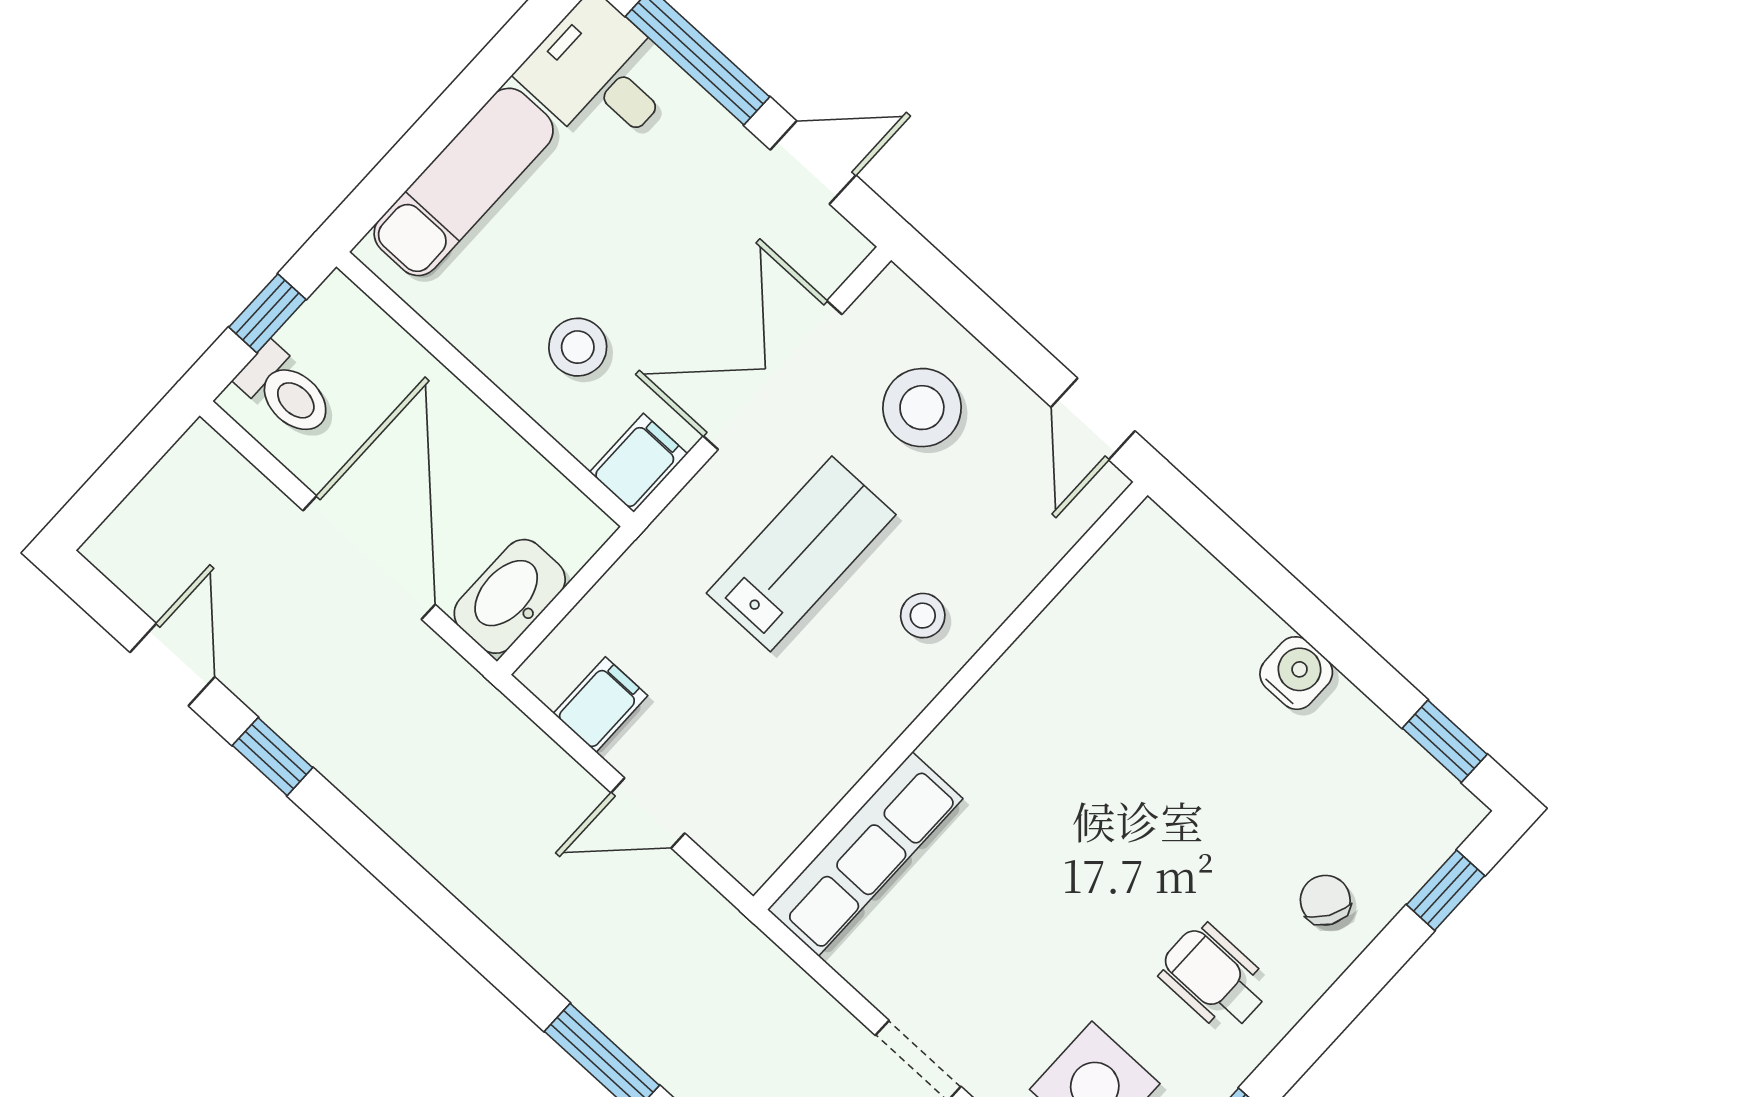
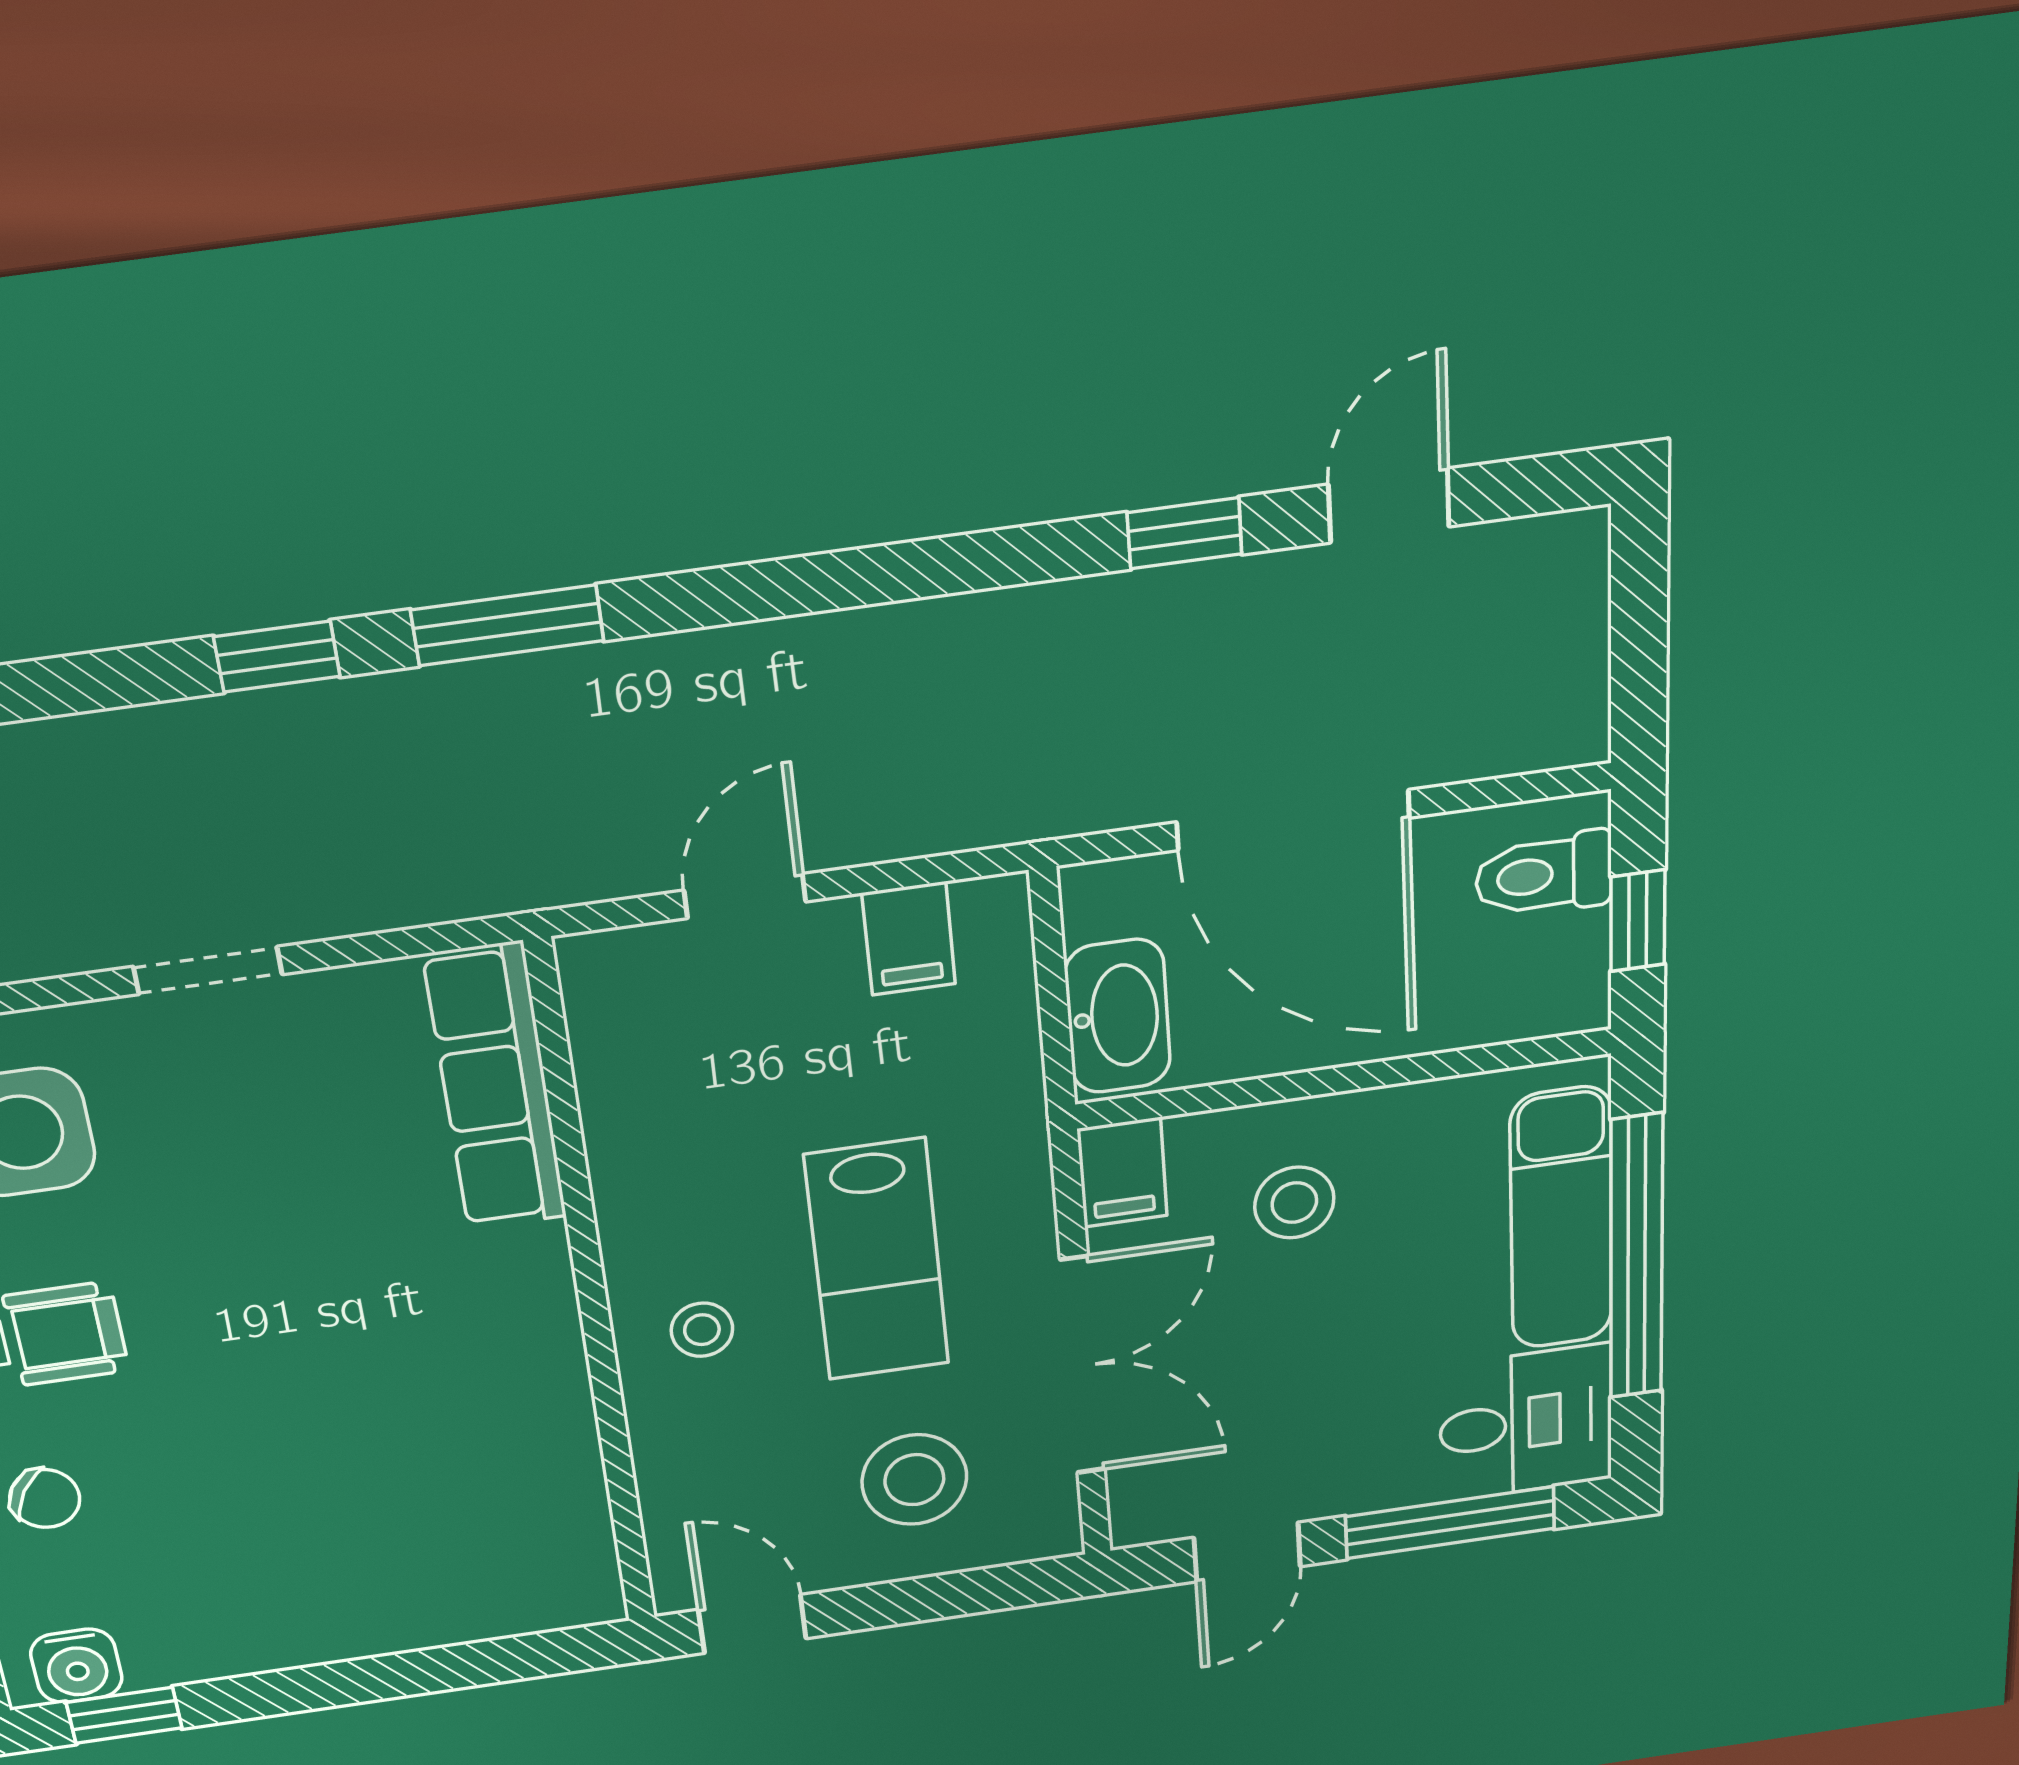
window: (451, 113) -> (1636, 1258), added
washbasin: (510, 596) -> (1118, 1016), moved
door: (172, 665) -> (1389, 506), swing flipped
water cooler: (1296, 673) -> (76, 1666), moved

